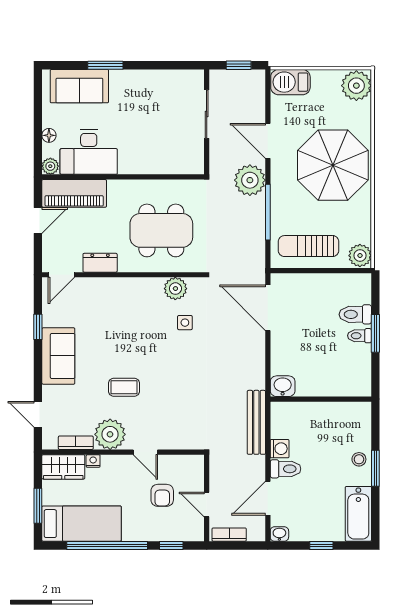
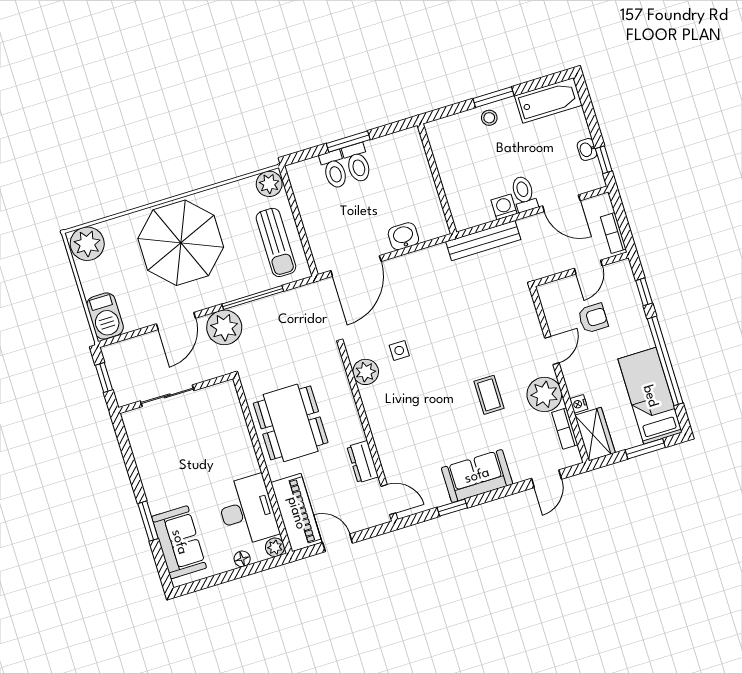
dining table: (161, 230) -> (291, 423), moved
toilet: (359, 336) -> (357, 163), width x1.37, depth x1.39
washbasin: (283, 386) -> (403, 236), moved, turned 90
washbasin: (279, 534) -> (587, 149), moved
window: (321, 545) -> (604, 160), moved

